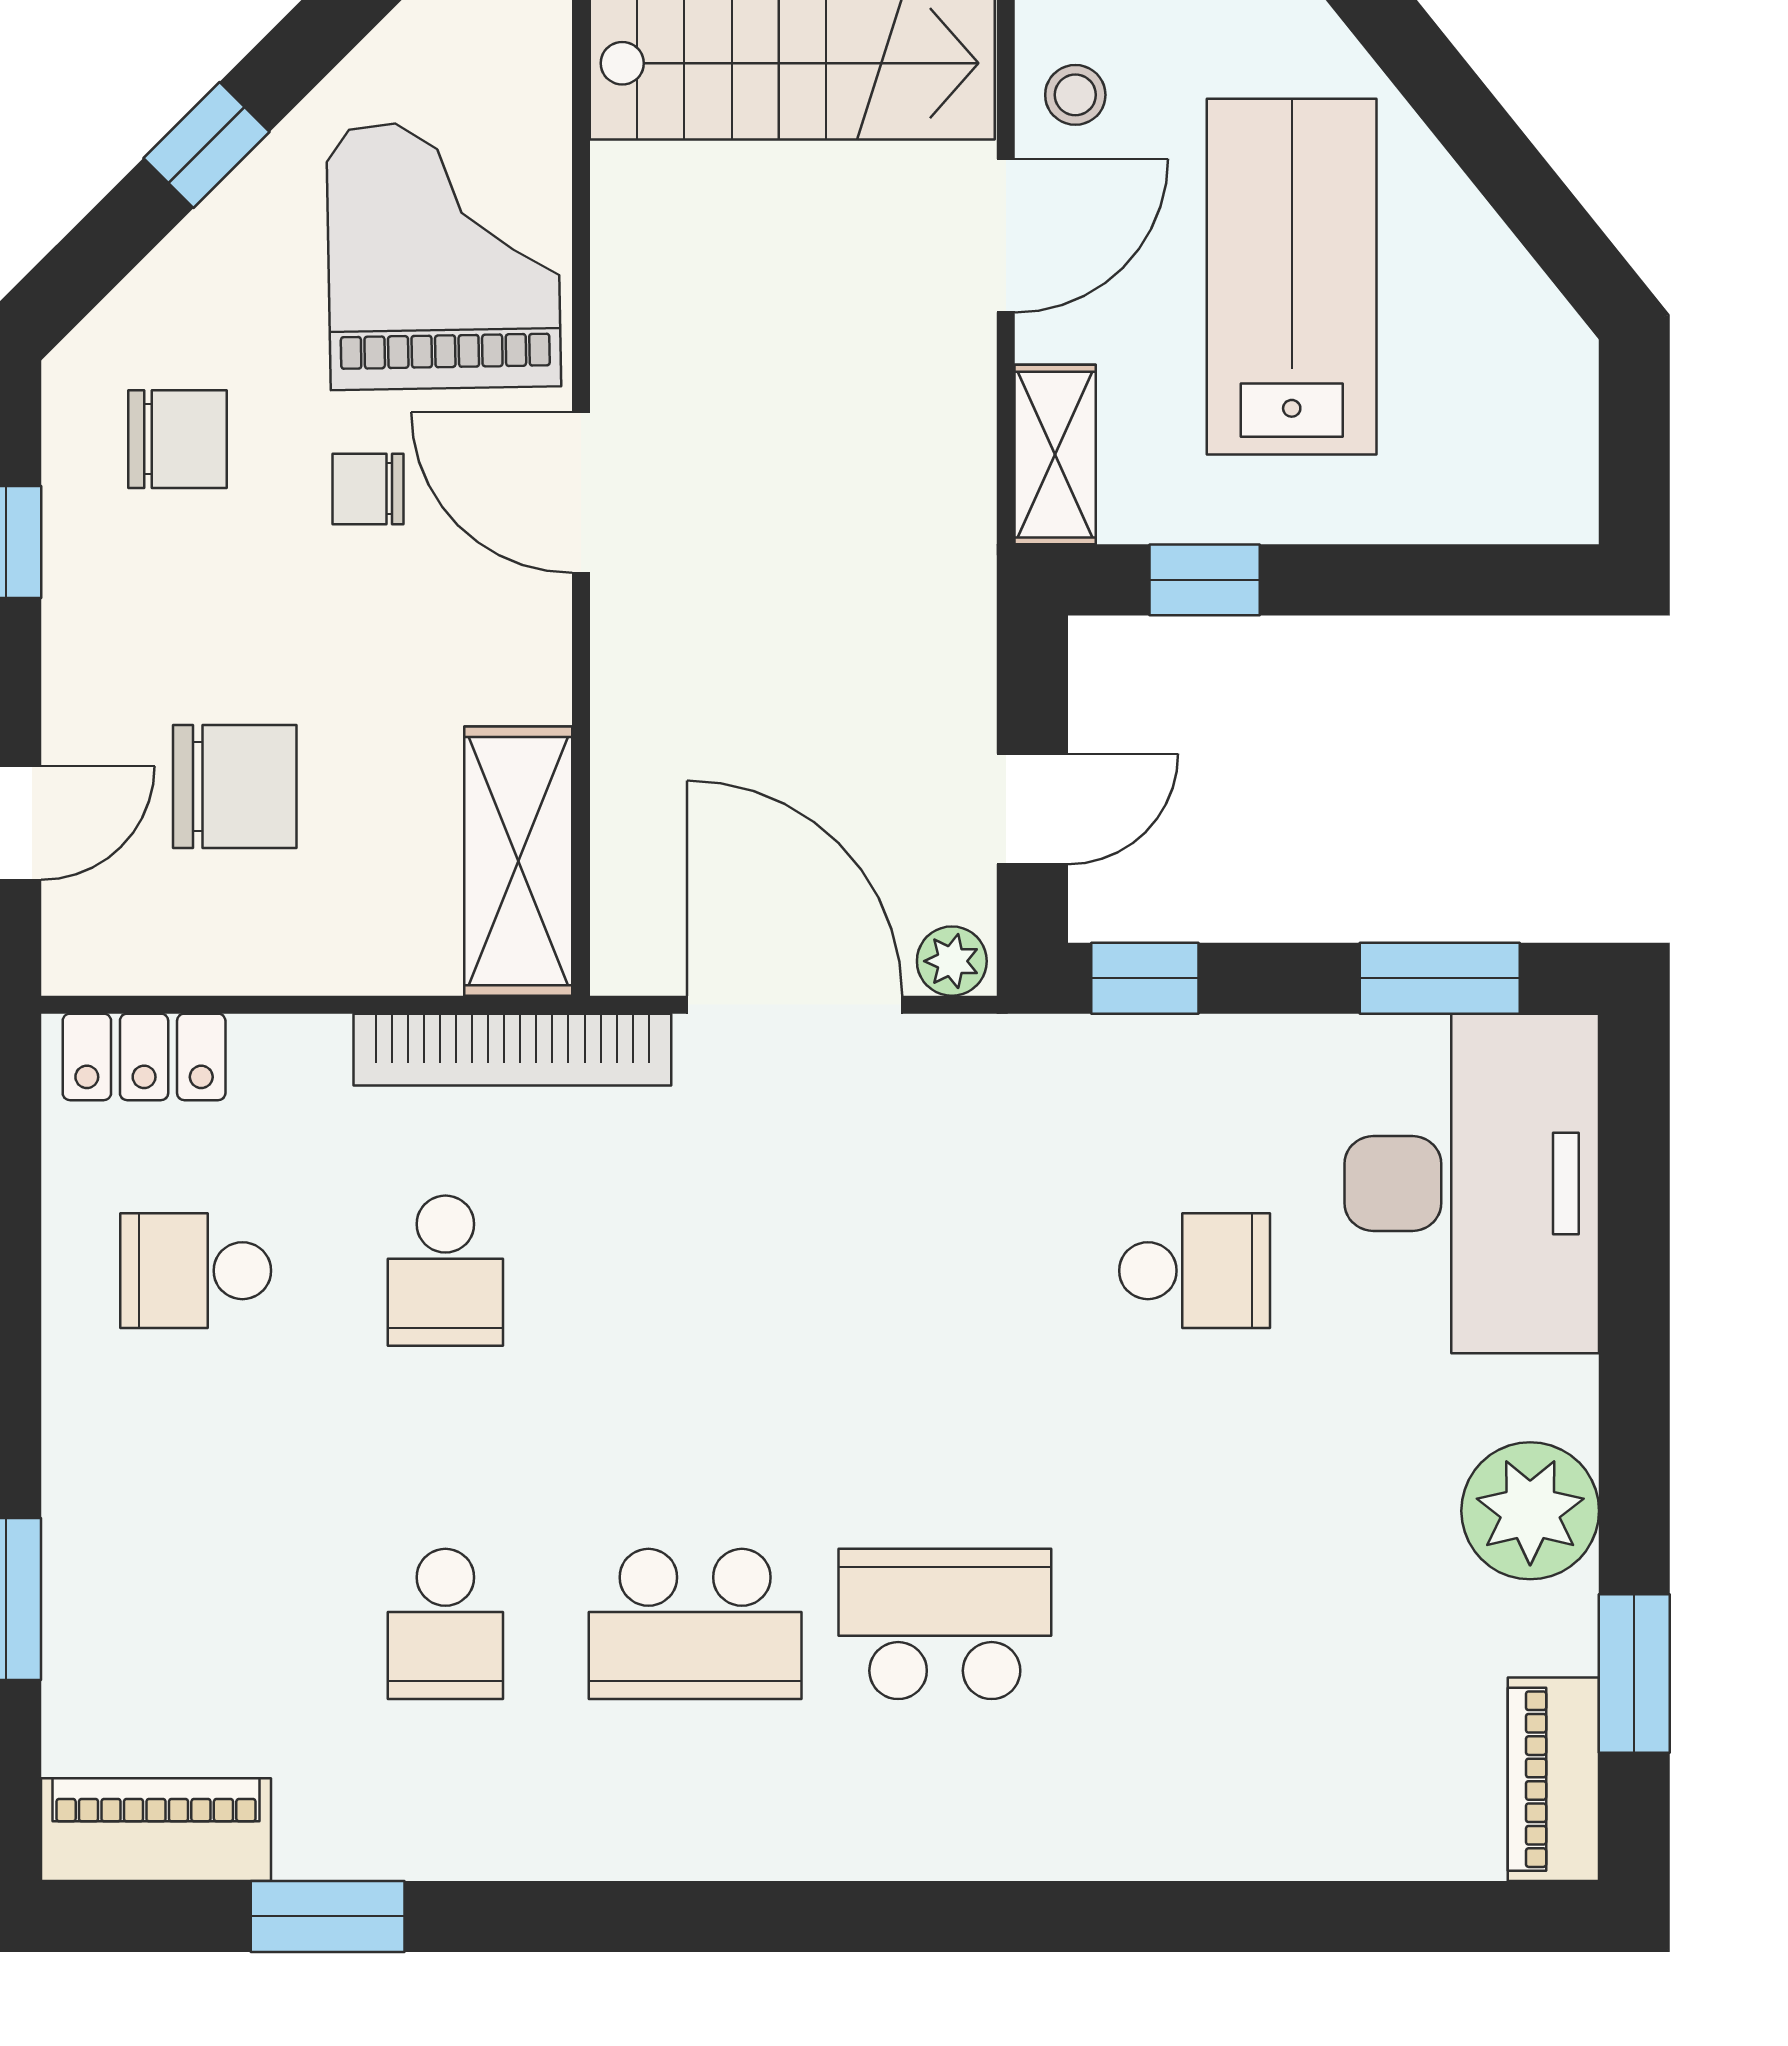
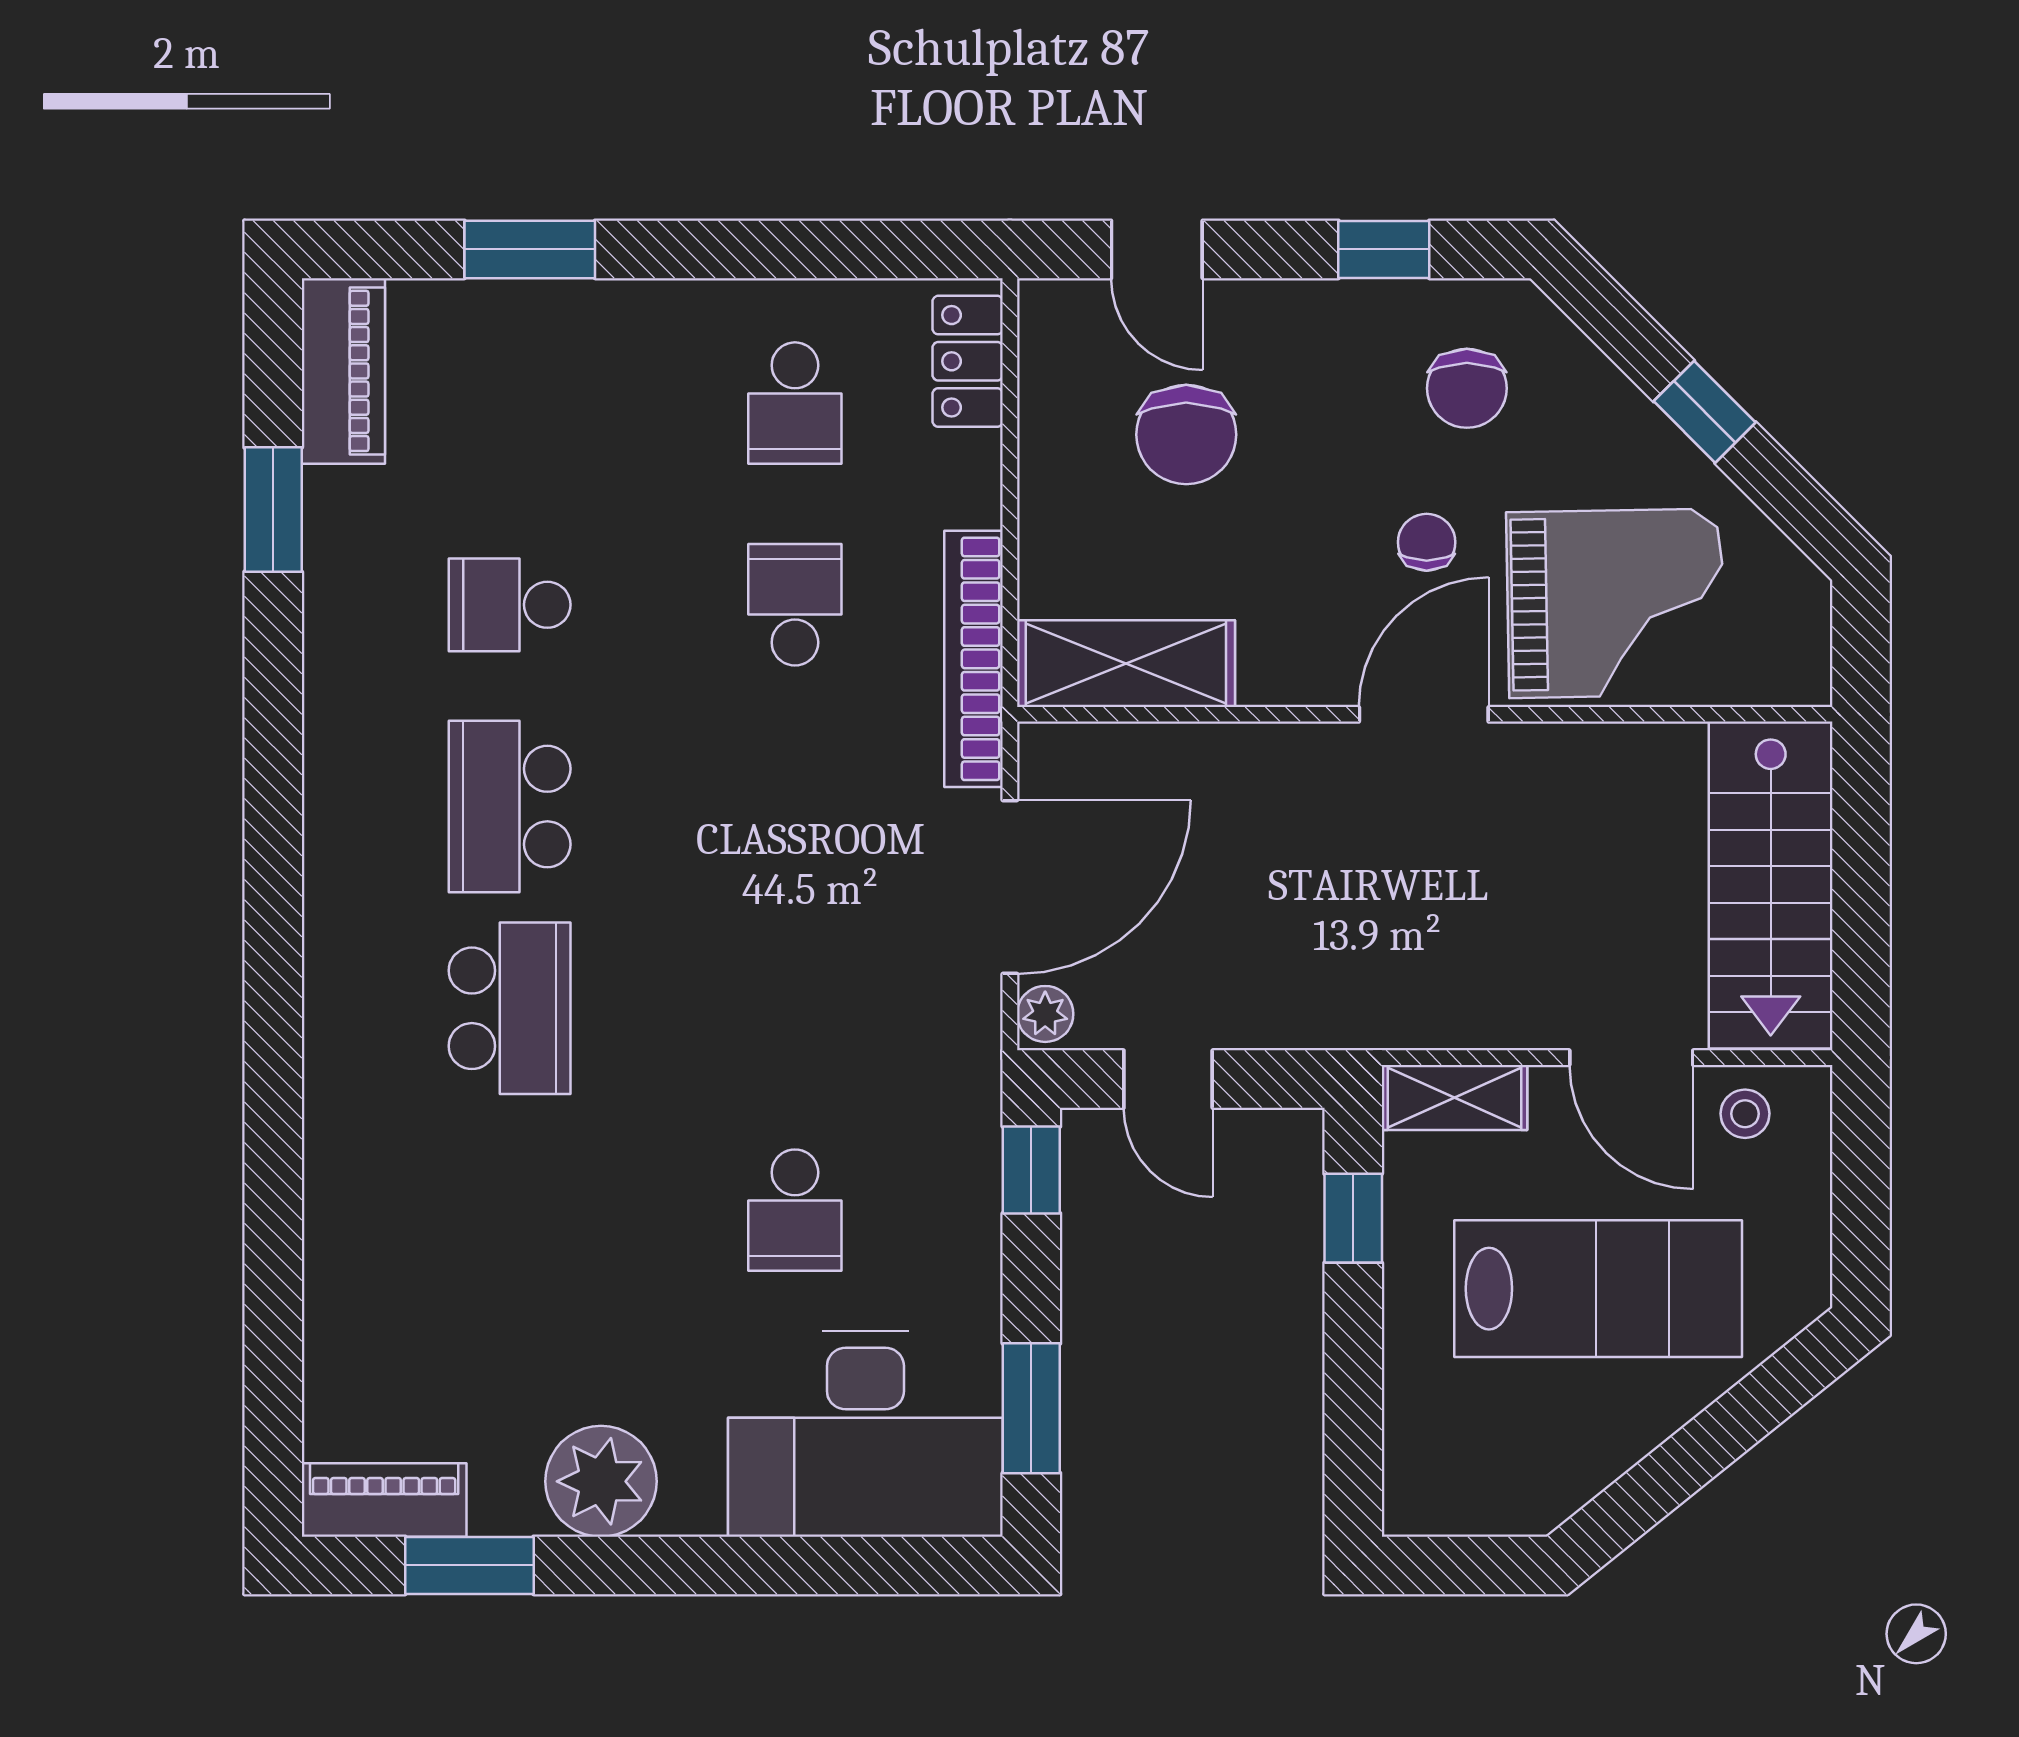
school desk: (196, 1271) -> (795, 403), turned 180
school desk: (445, 1271) -> (795, 605), turned 90

